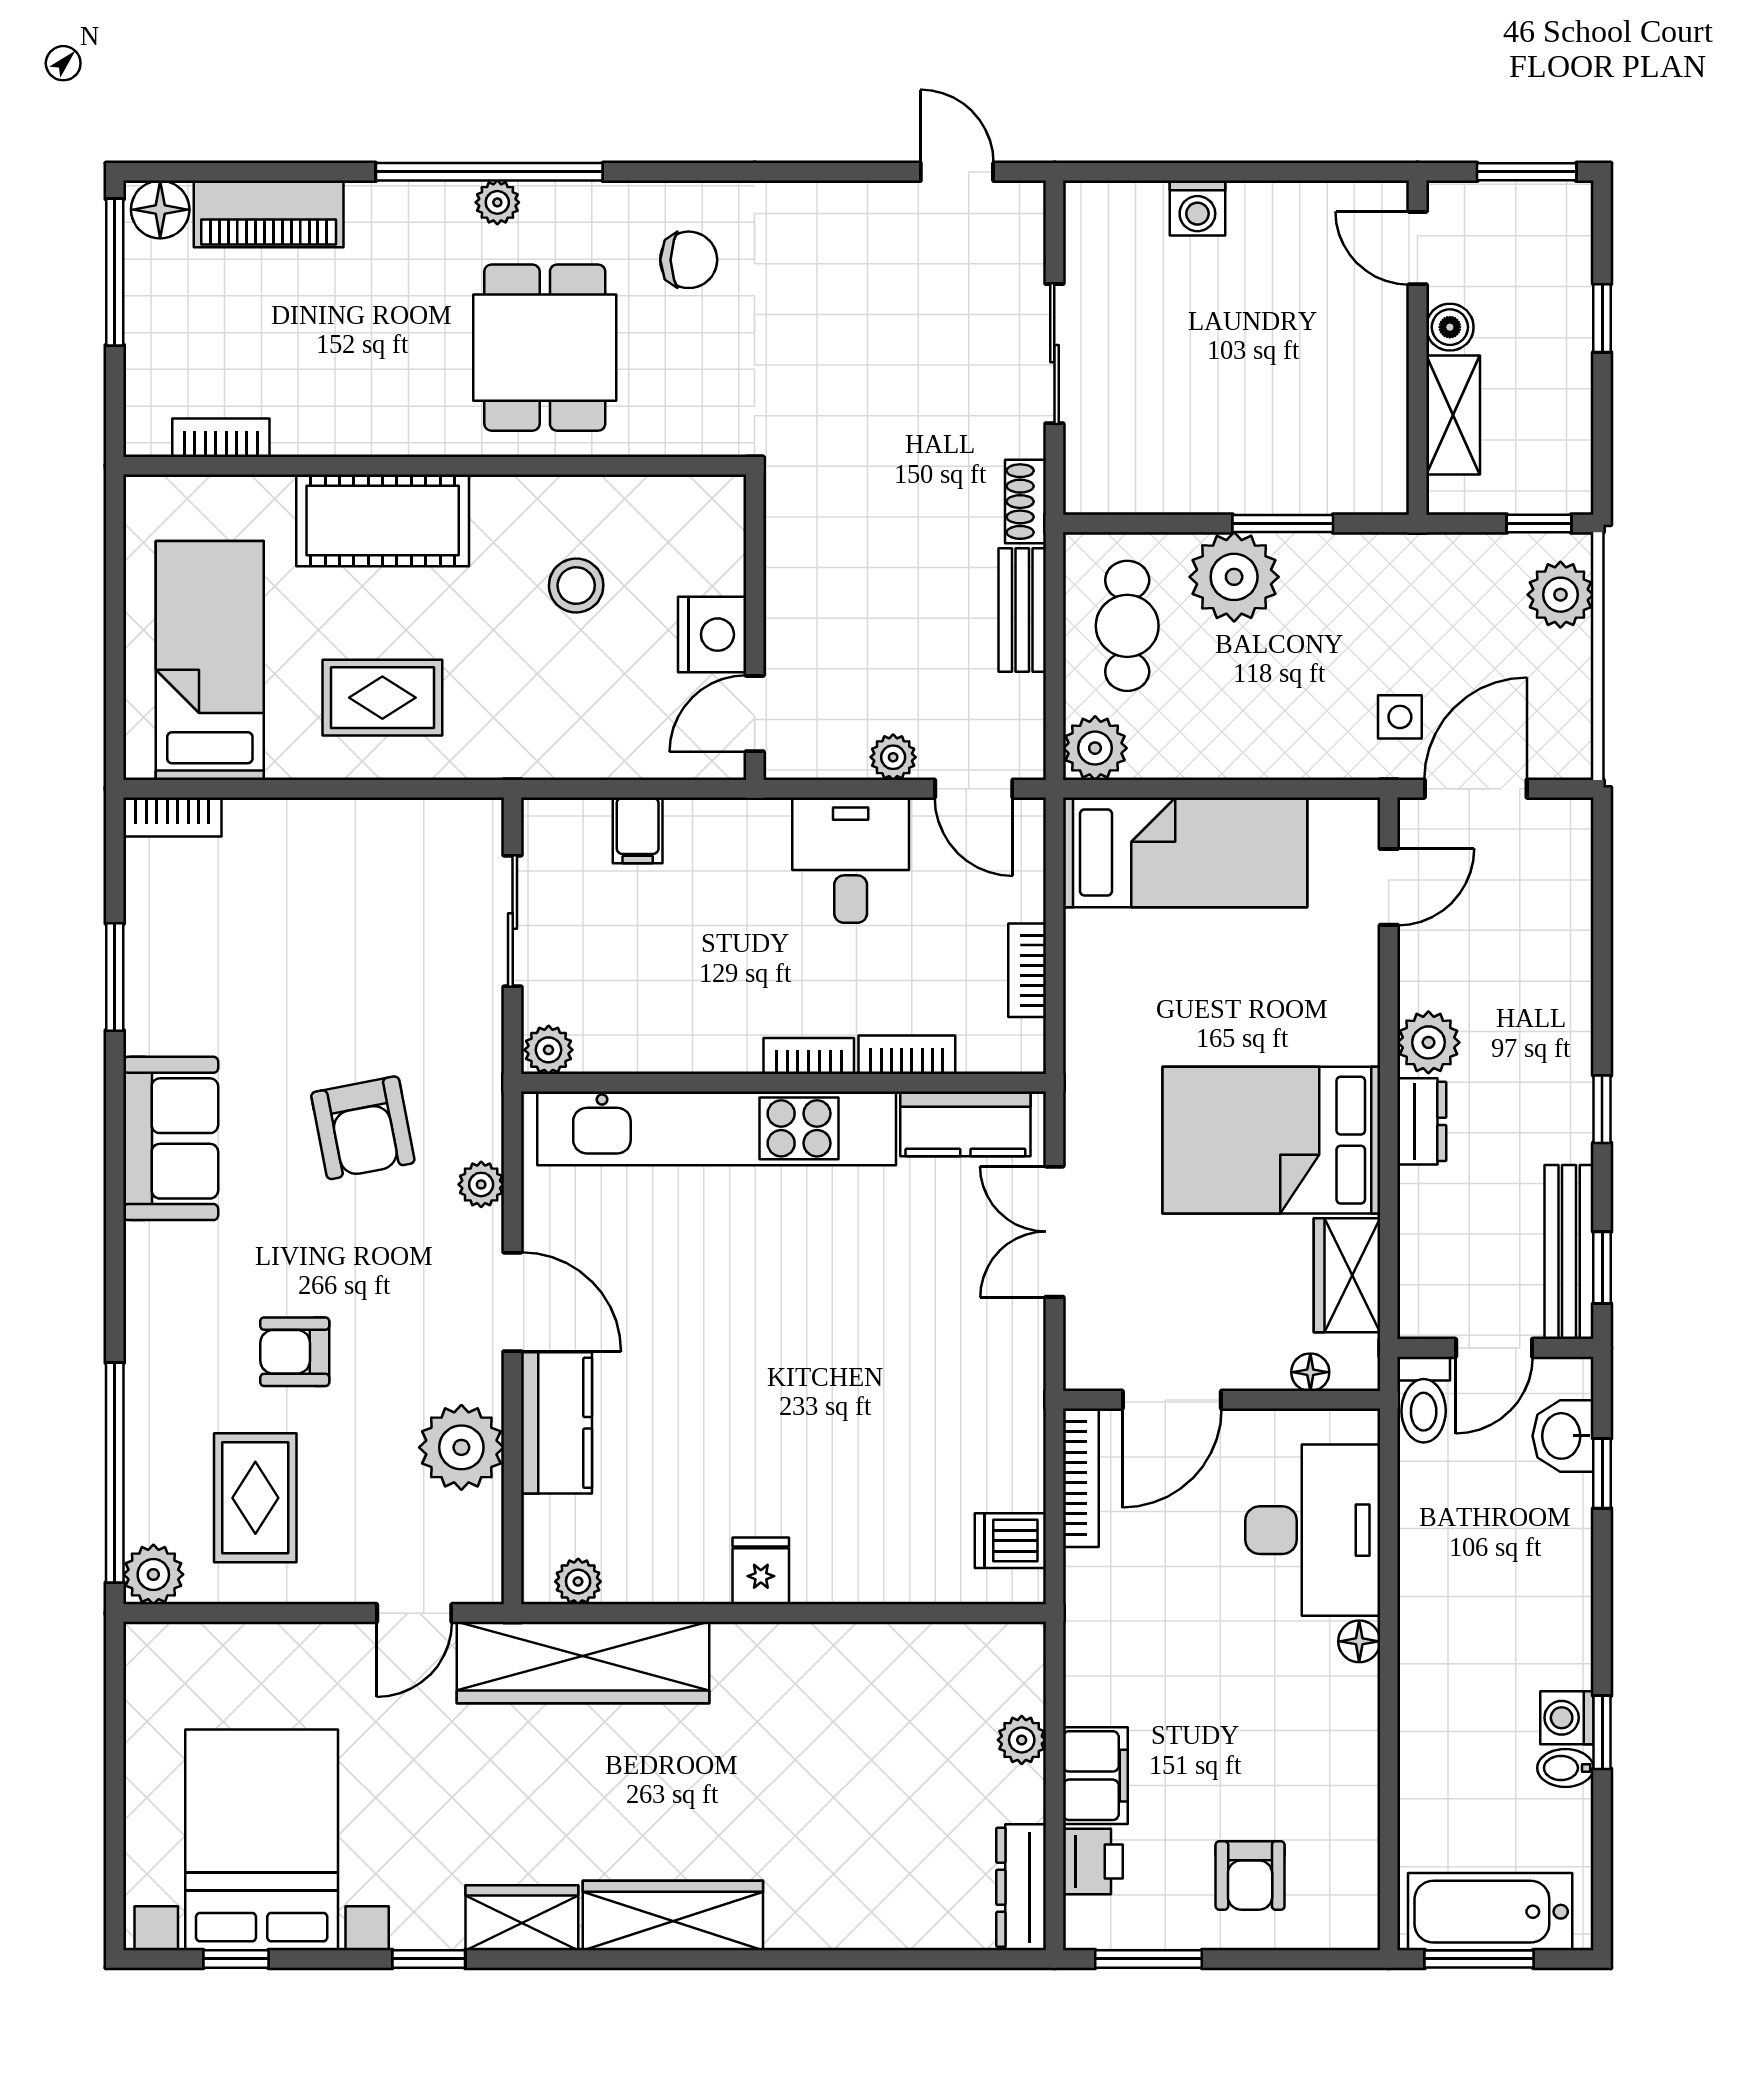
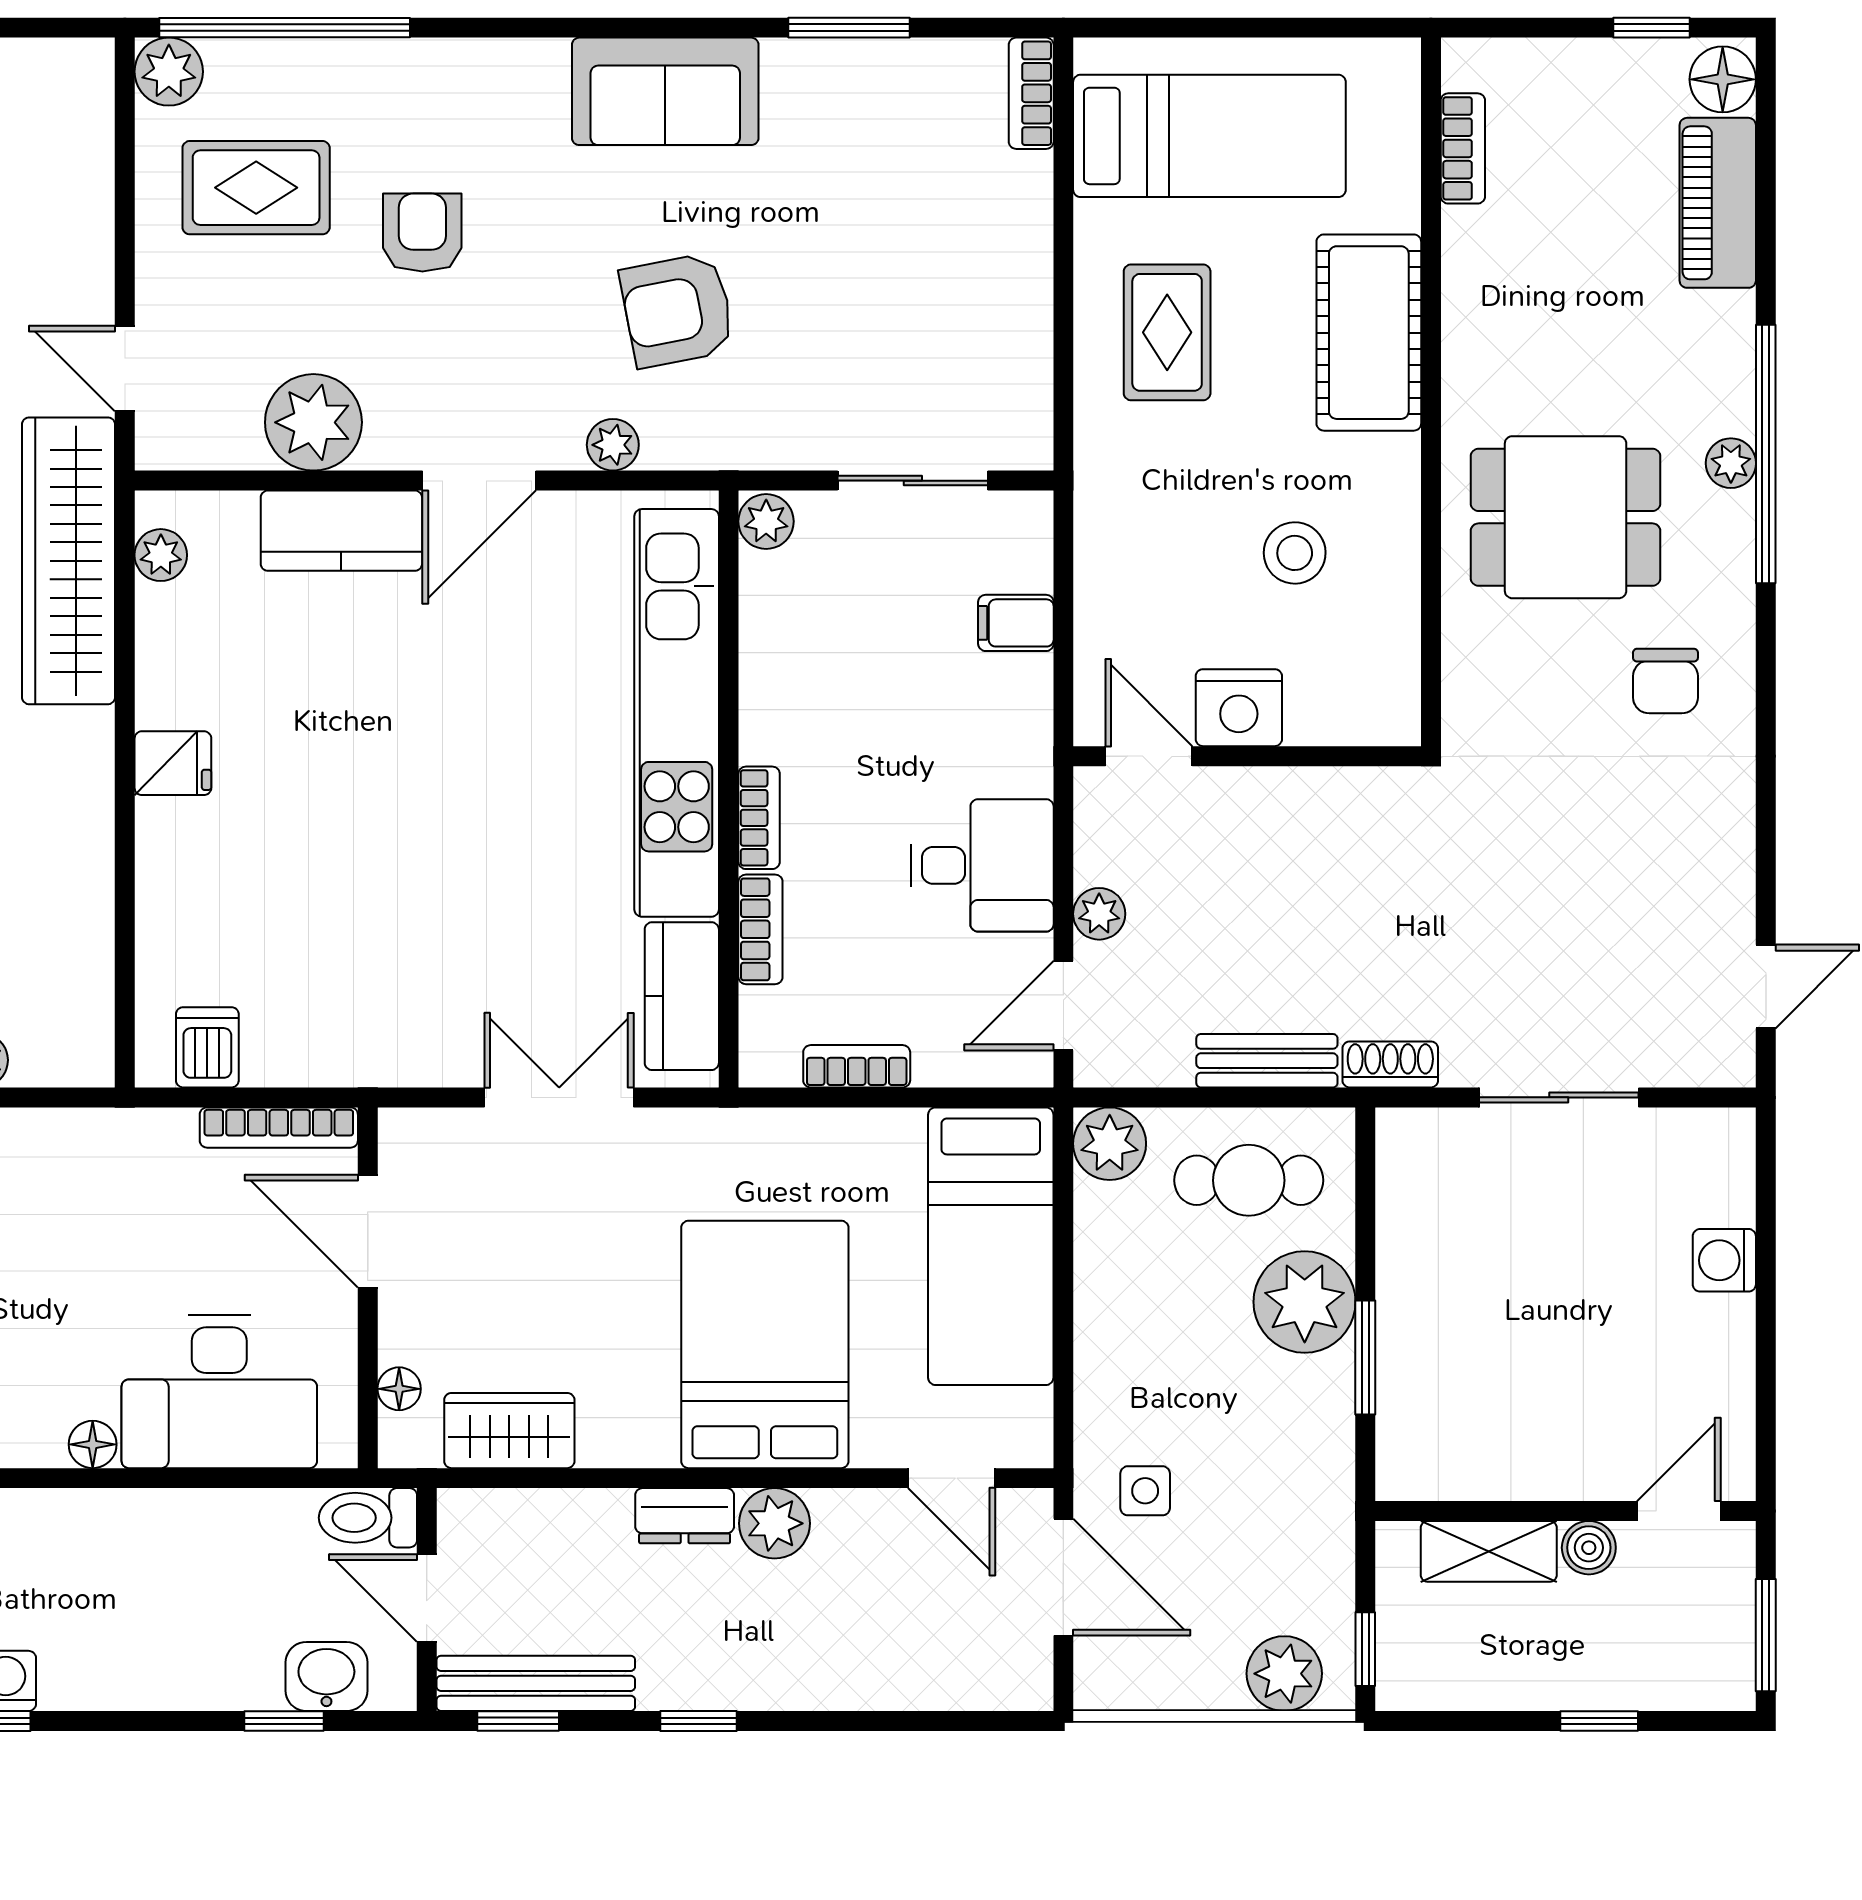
window: (115, 272) -> (1651, 28), width x0.46
bed: (1271, 1140) -> (765, 1344), moved

